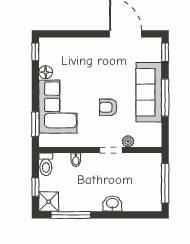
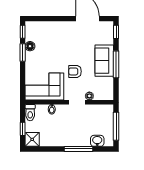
sofa: (149, 92) -> (104, 61), width x0.73
corner sofa: (58, 107) -> (44, 87), moved, turned -90
window: (35, 124) -> (23, 53), moved
washbasin: (112, 204) -> (97, 141), moved
window: (71, 215) -> (79, 149), moved

